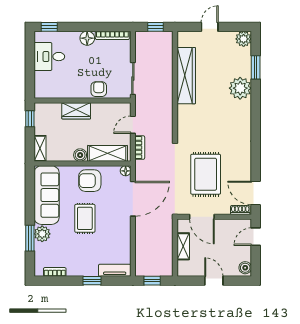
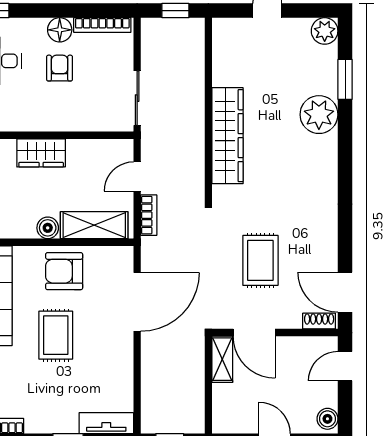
wardrobe: (186, 76) -> (228, 136), moved
armchair: (99, 89) -> (60, 68), moved
floor lamp: (126, 171) -> (125, 255), removed
rug: (206, 174) -> (260, 260), width x0.73, depth x0.70
shelving: (183, 246) -> (222, 359), moved

